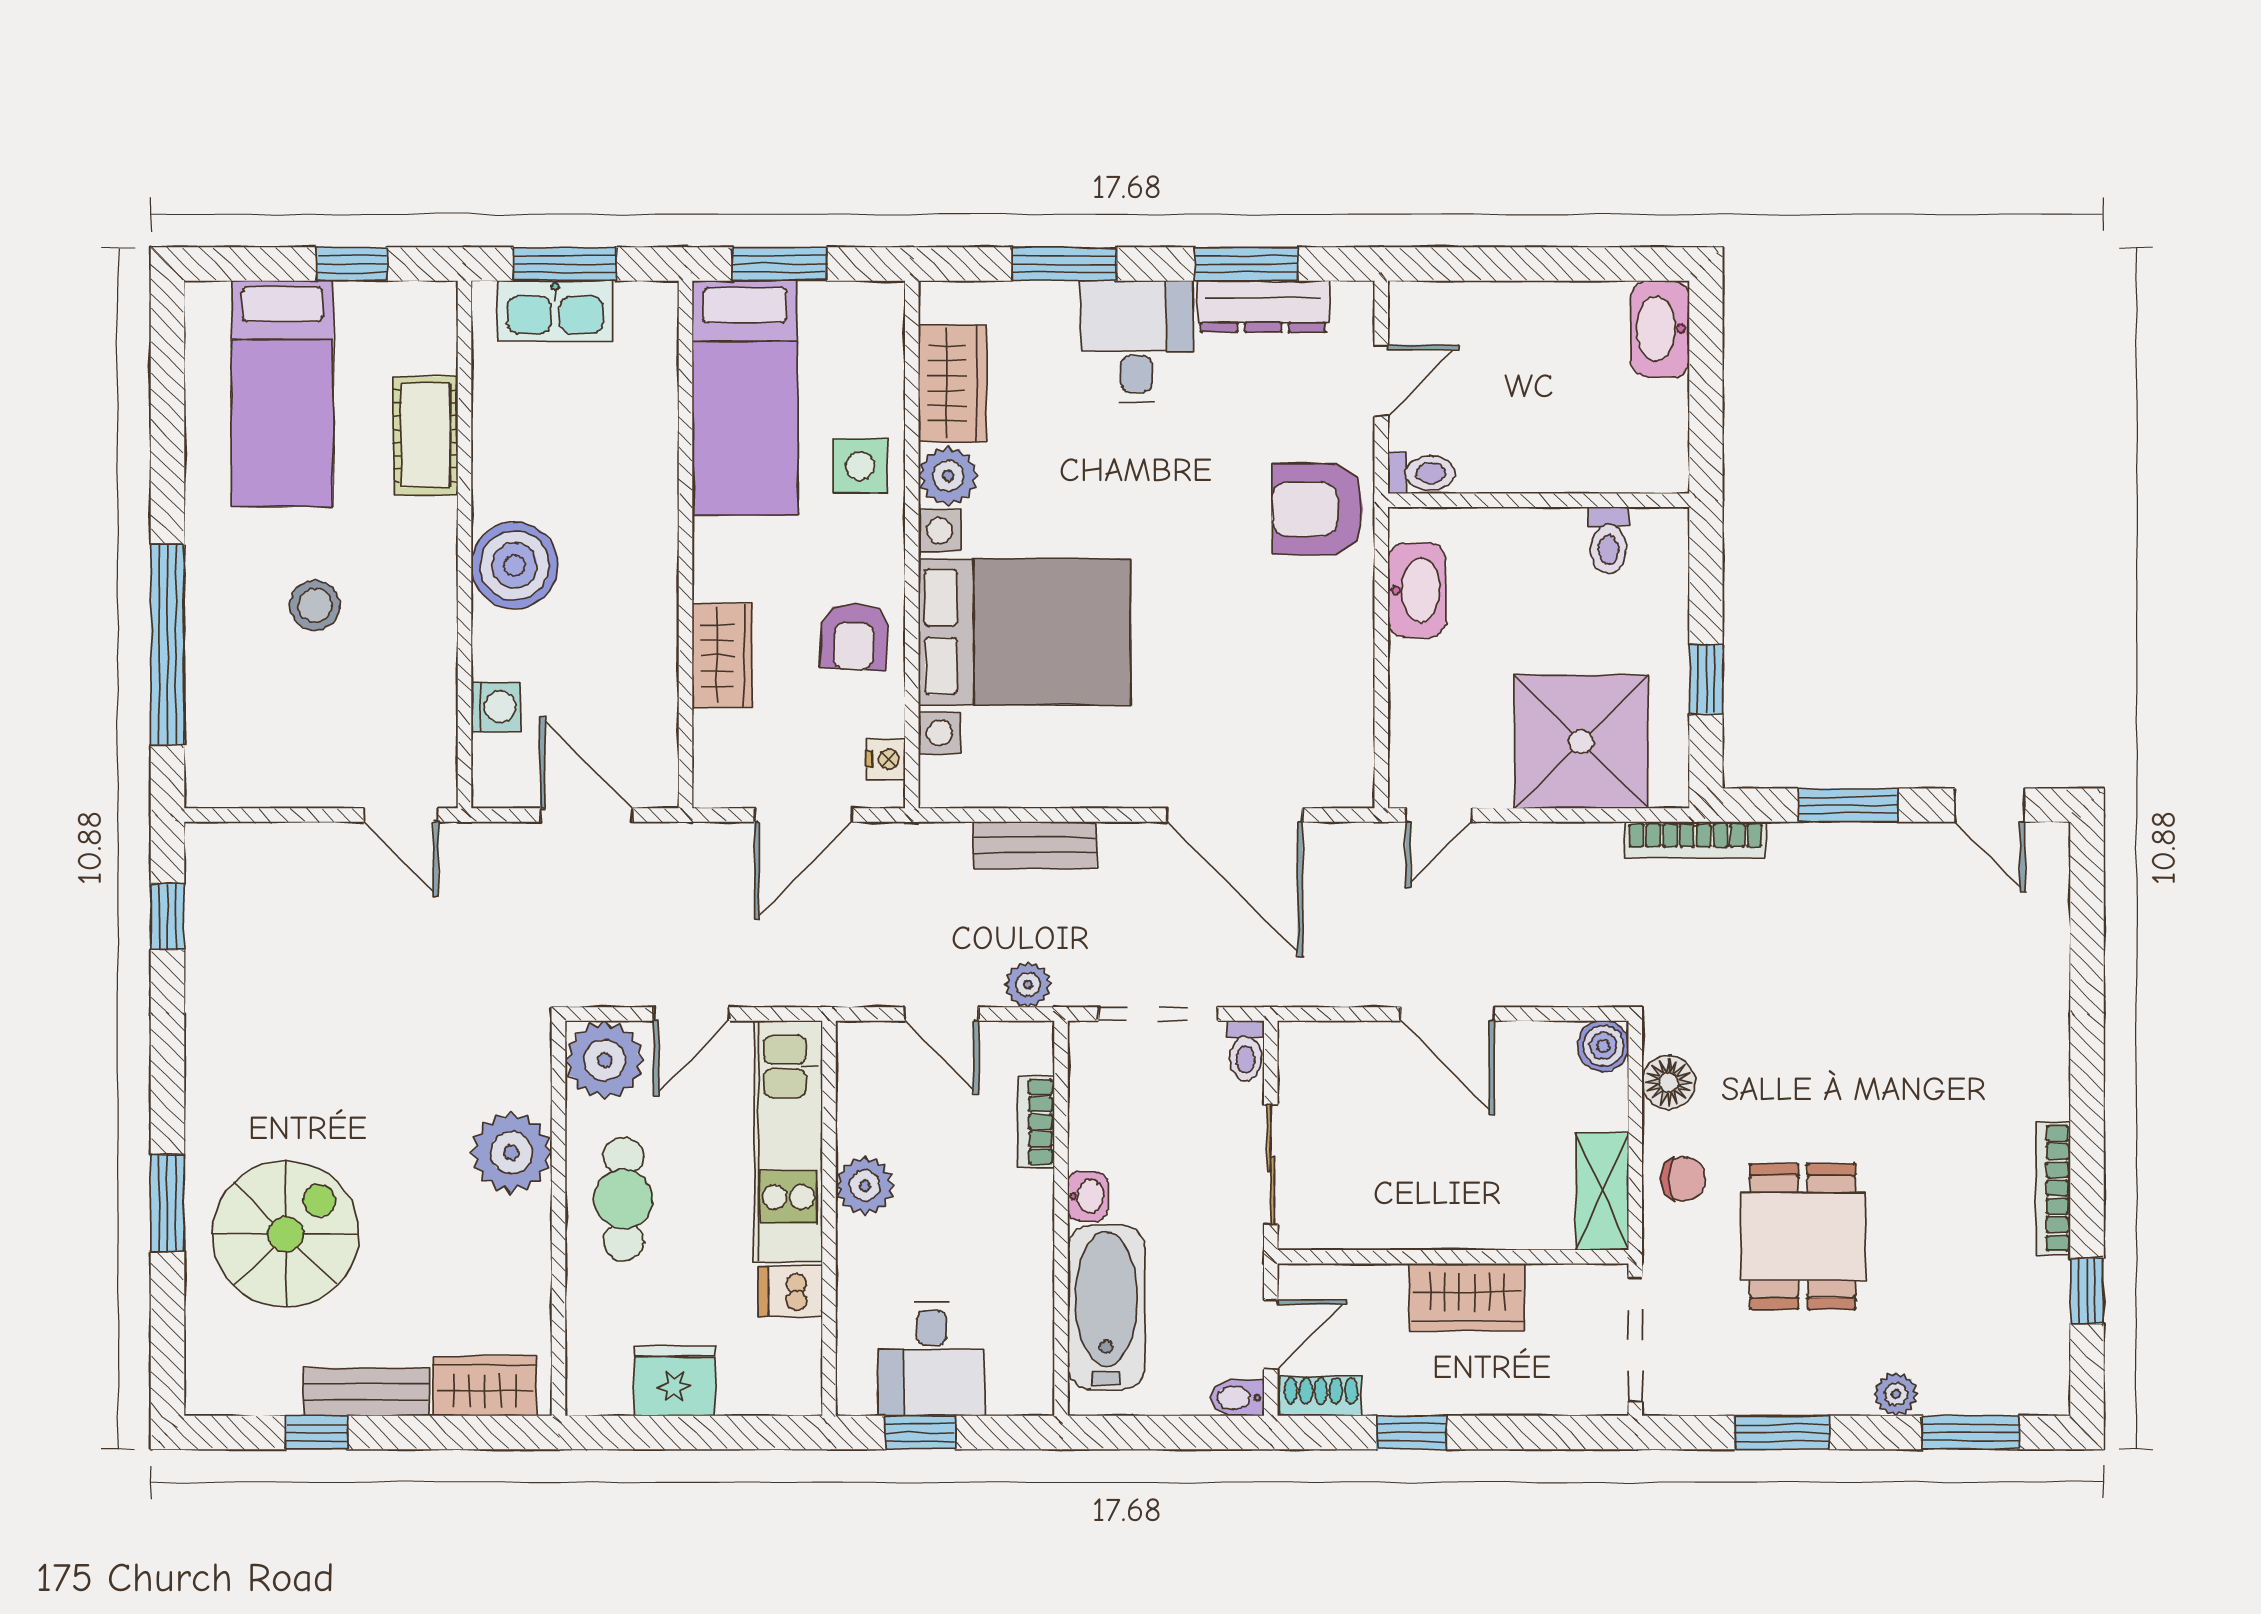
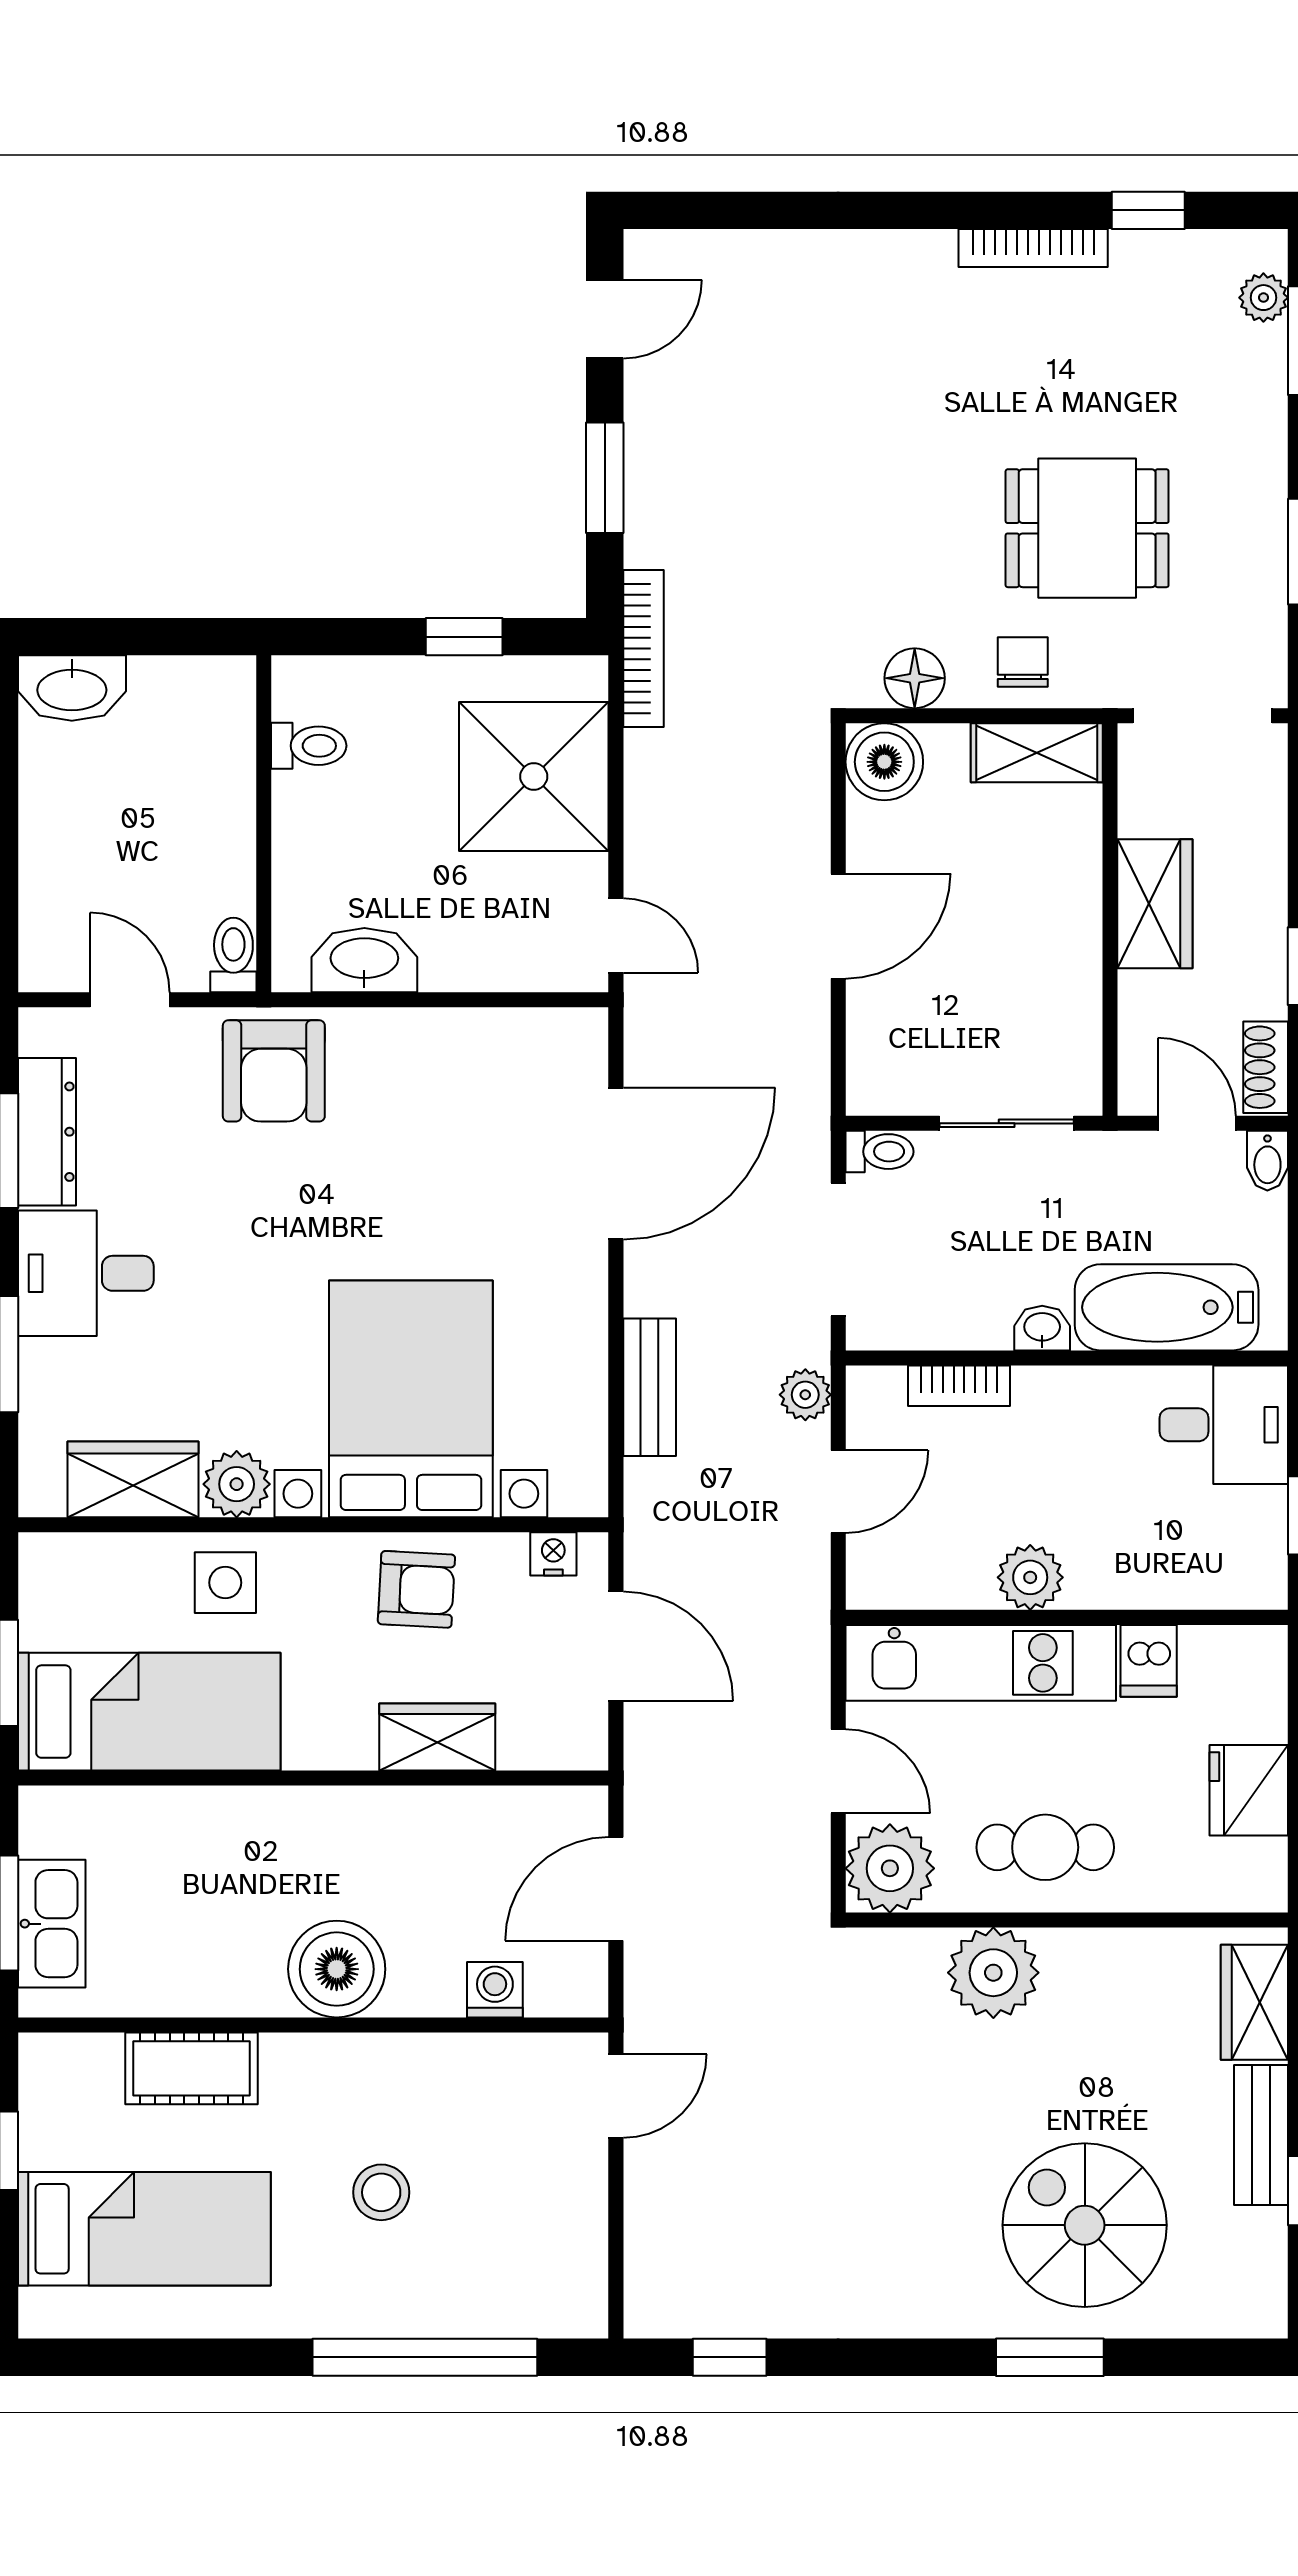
boiler: (1603, 1046) -> (884, 762), width x1.36, depth x1.36
desk: (932, 1359) -> (1224, 1425), moved
plant: (1896, 1394) -> (1263, 298), moved

